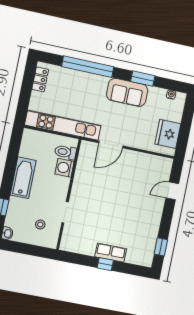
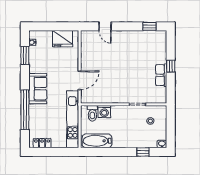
window: (143, 79) -> (25, 55), moved
sofa: (127, 92) -> (38, 89), moved
door: (111, 144) -> (80, 80), hinge flipped
bathtub: (23, 178) -> (97, 141), moved
row of seats: (111, 253) -> (161, 75), moved

